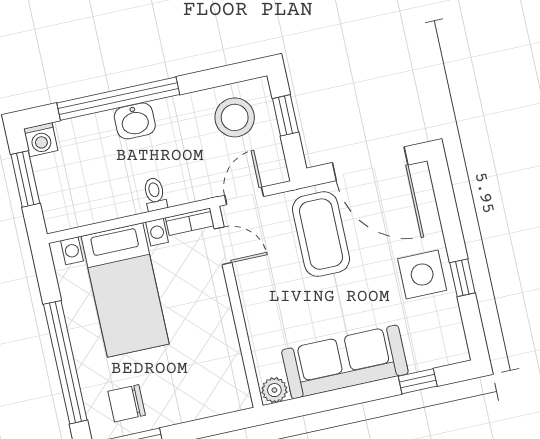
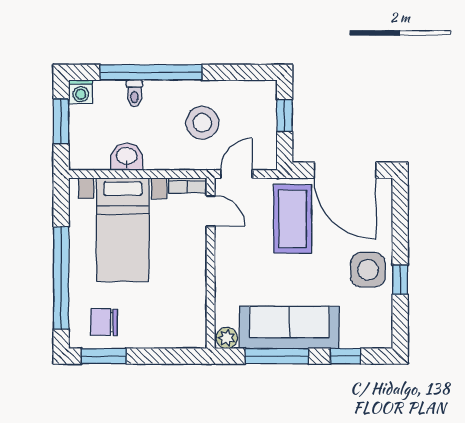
stool: (235, 117) -> (202, 123), moved
washbasin: (135, 121) -> (127, 157), moved, turned 180
toilet: (155, 194) -> (134, 93), moved, turned 180
window: (338, 399) -> (277, 356), added

